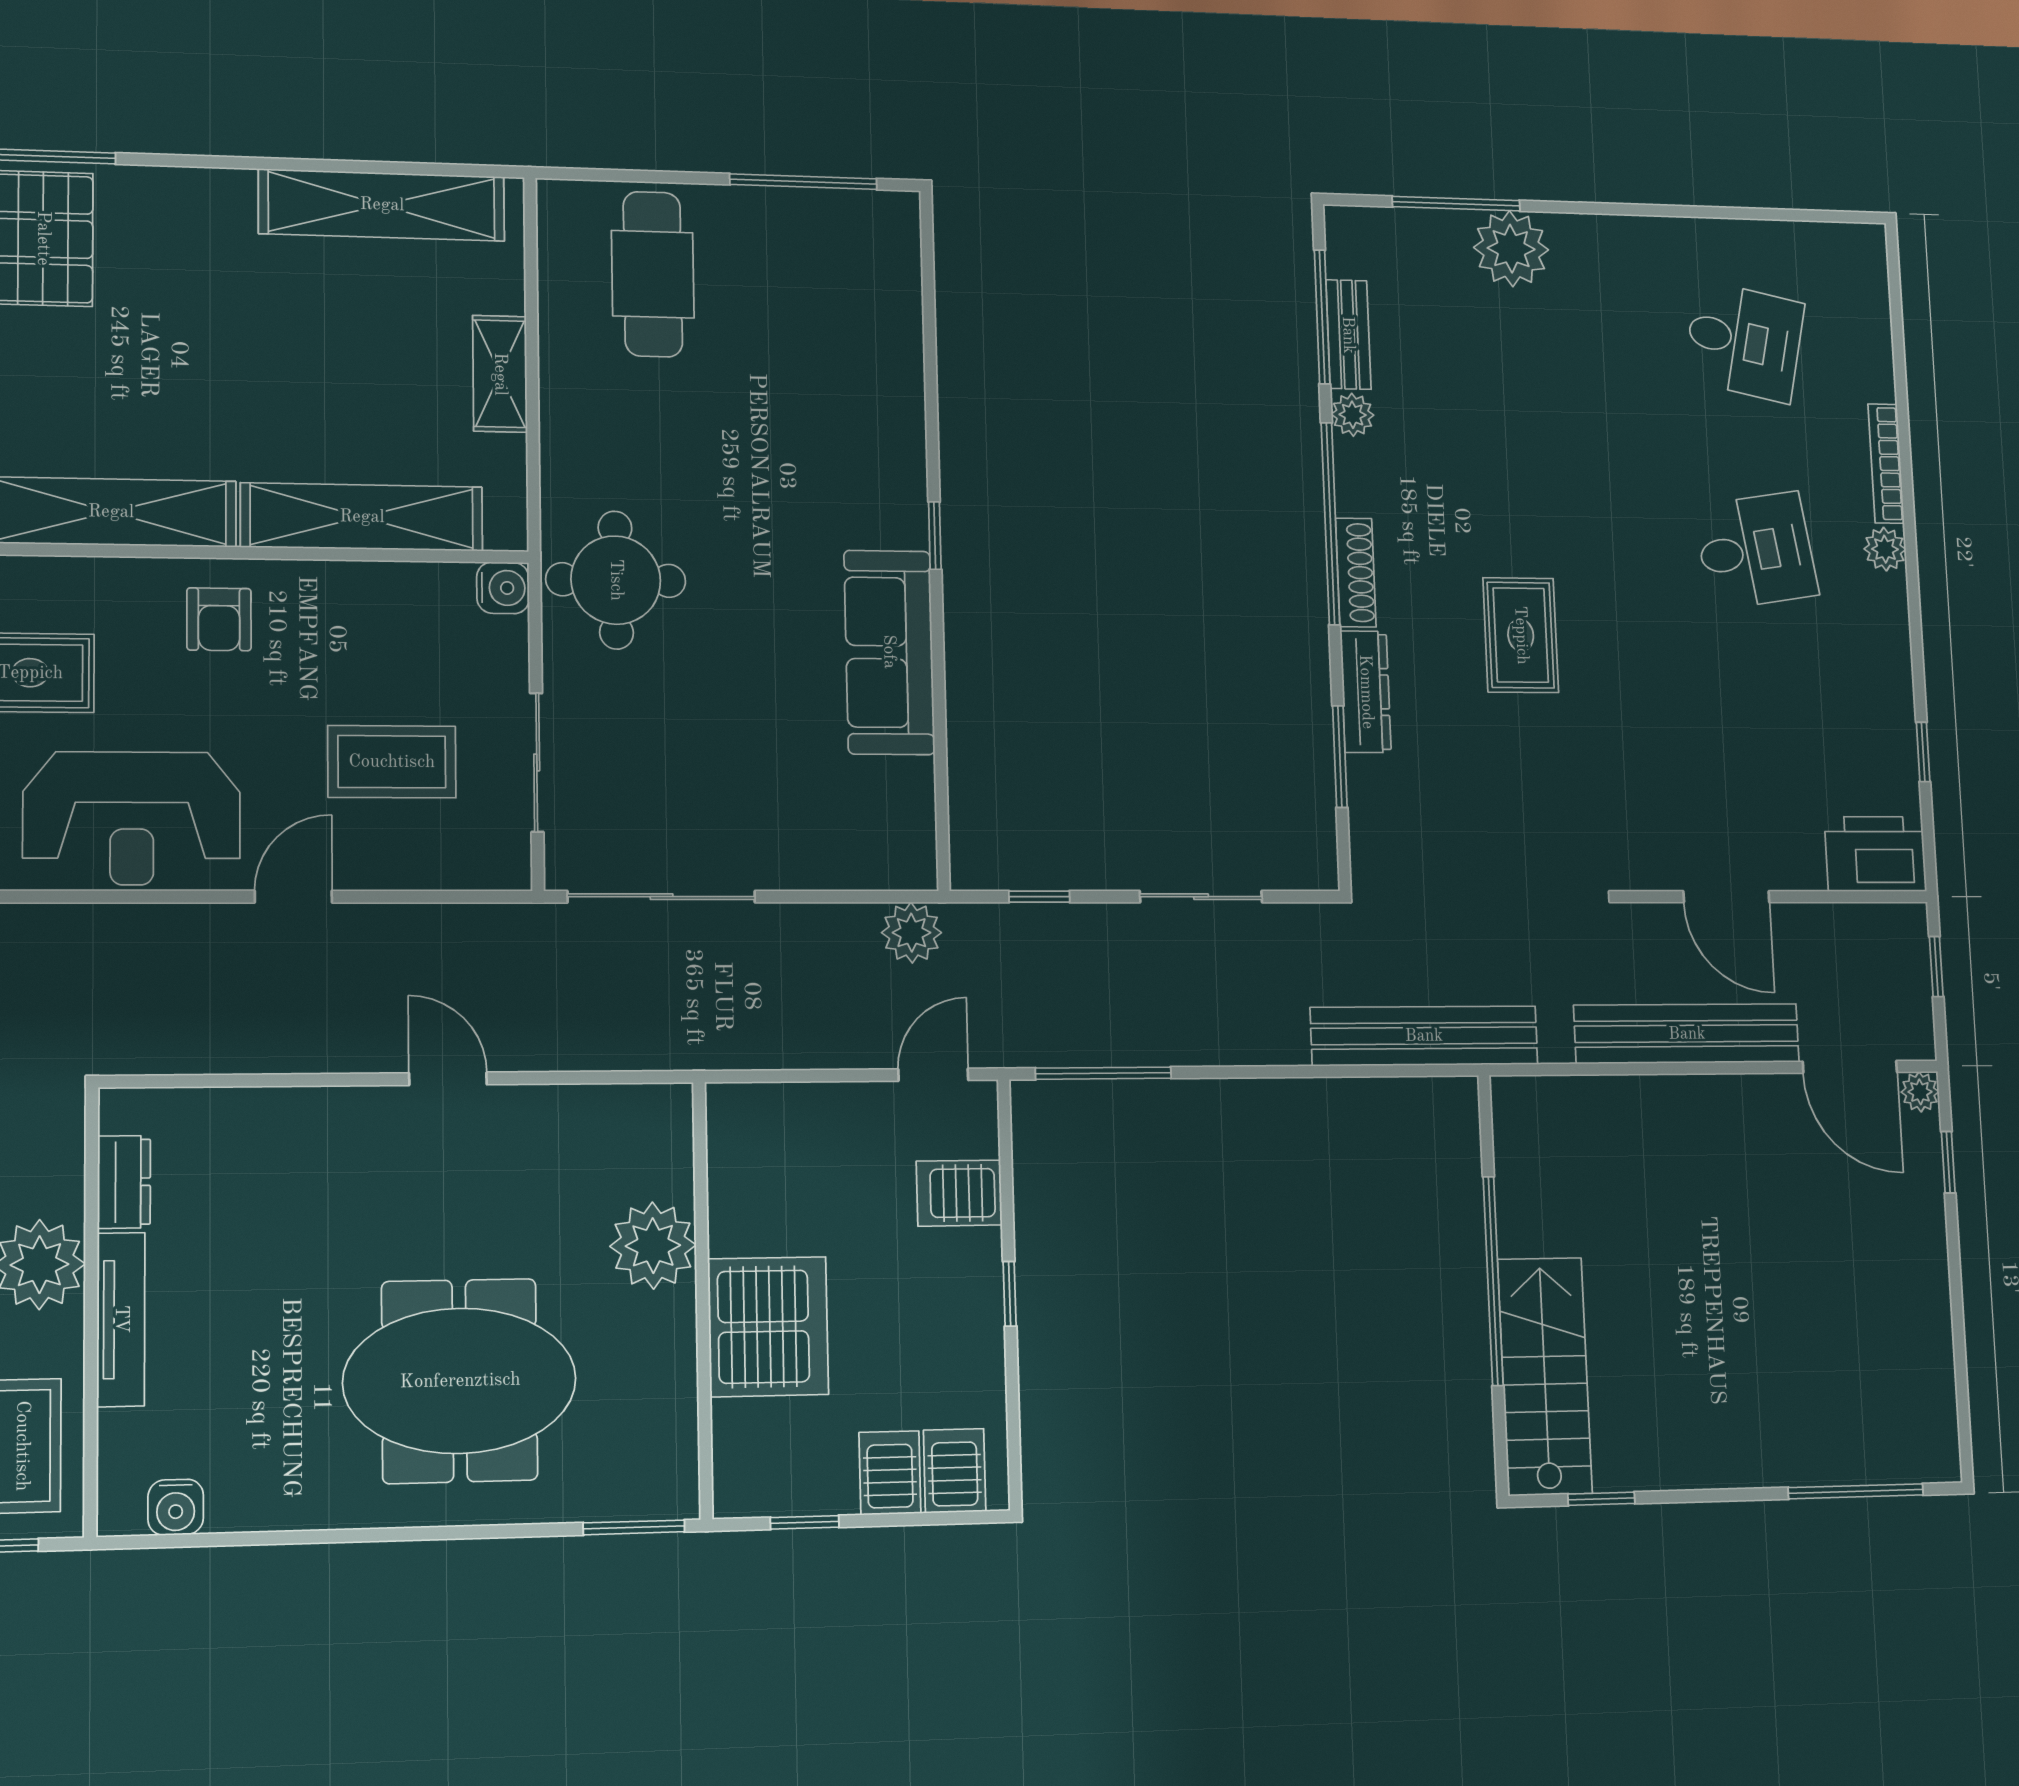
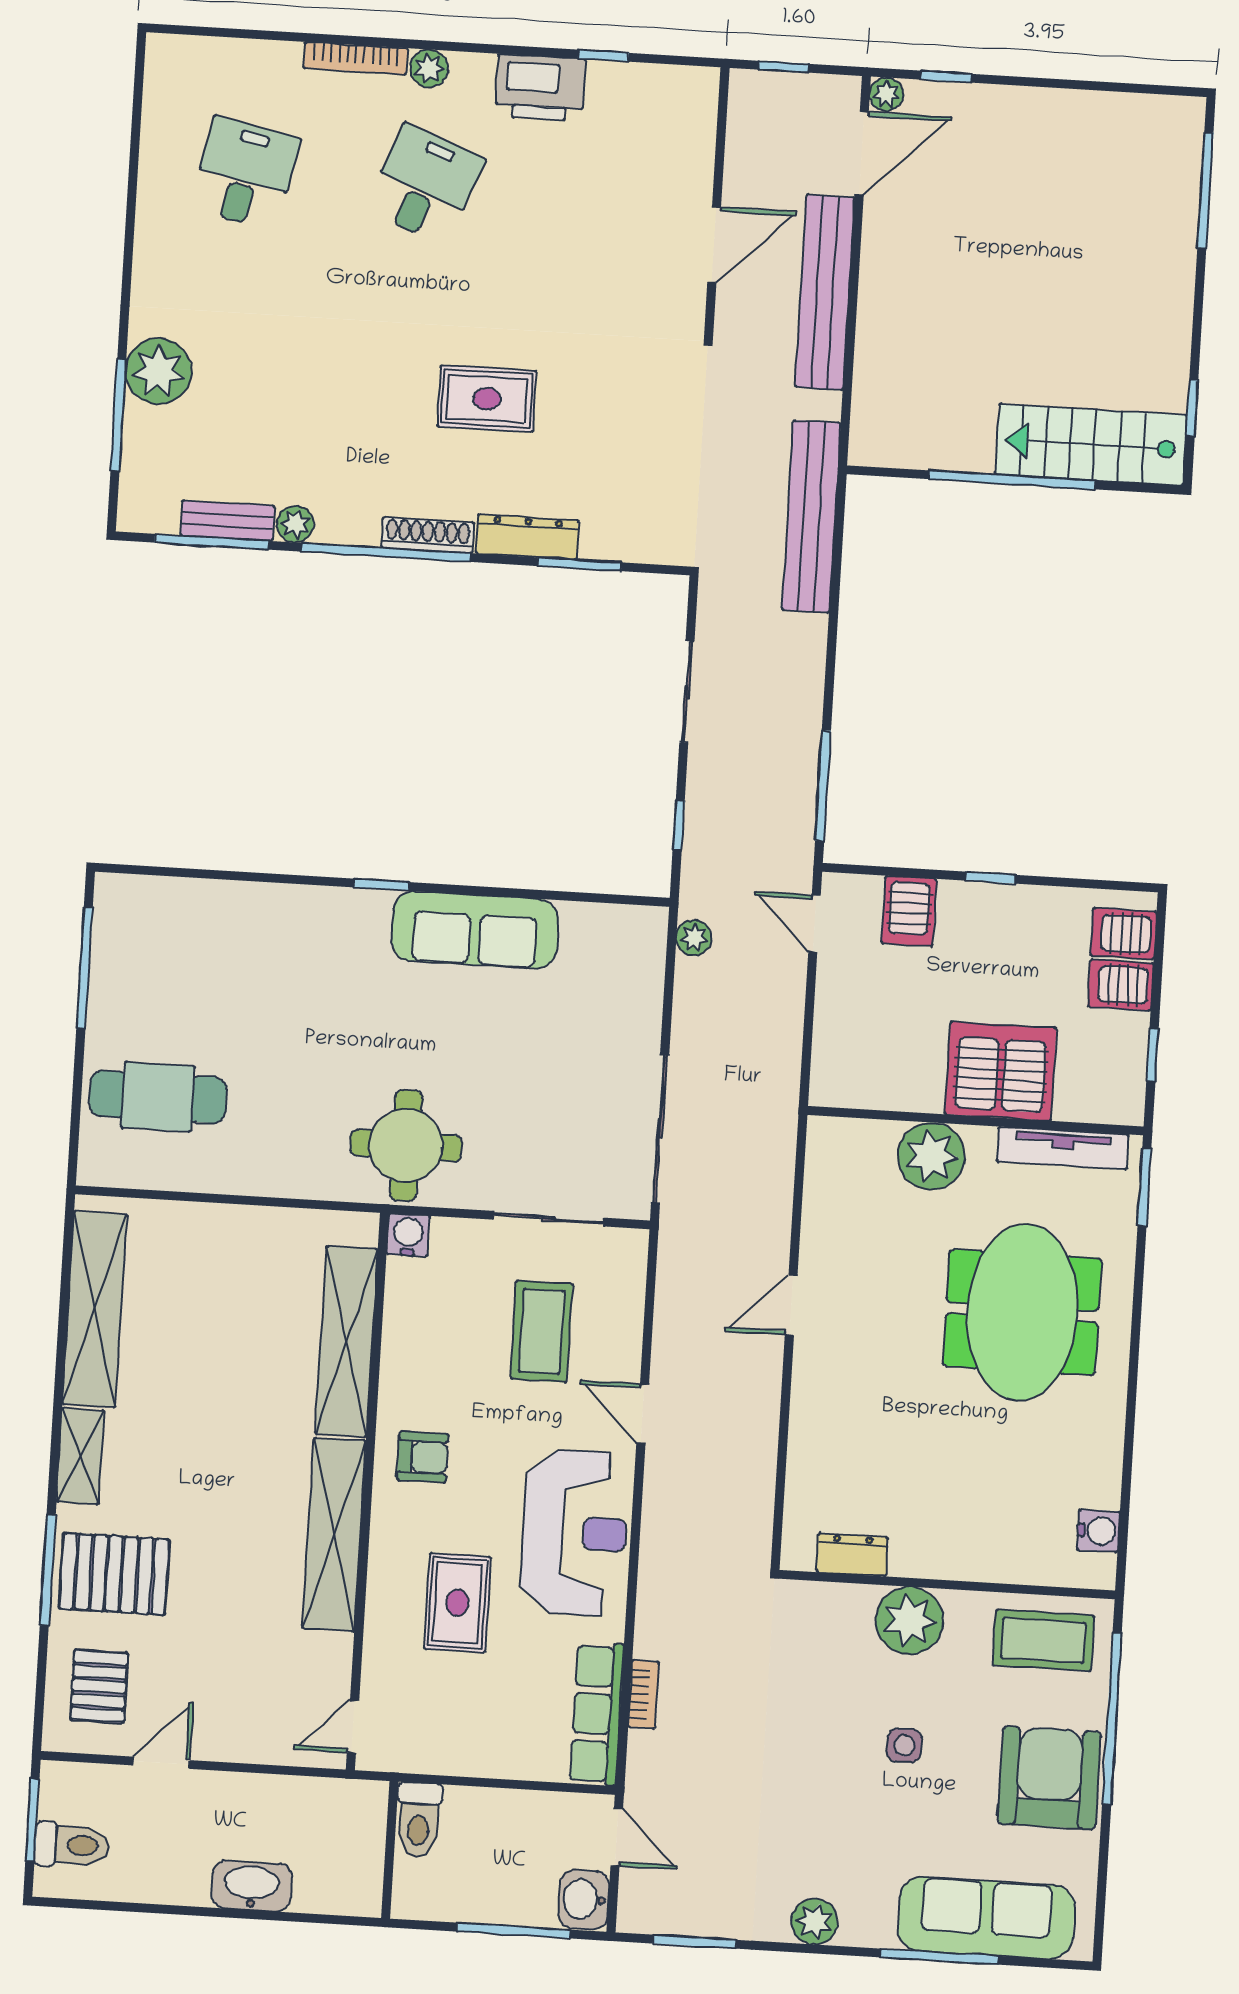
shelving: (500, 374) -> (80, 1456), moved, turned 90
desk: (1755, 551) -> (425, 184), turned 30
printer: (1875, 854) -> (540, 88), moved, turned -90
plant: (912, 933) -> (694, 938), width x0.73, depth x0.73
tv unit: (121, 1319) -> (1063, 1148), moved, turned 180

